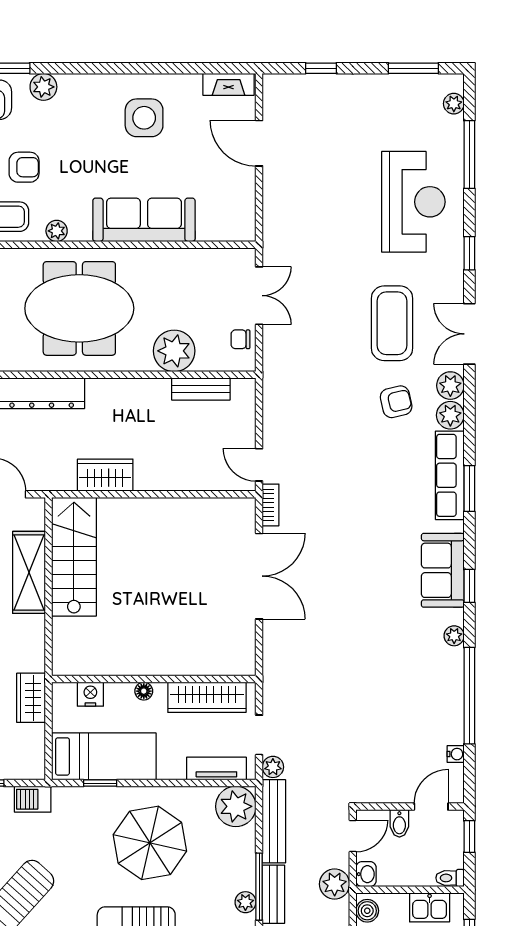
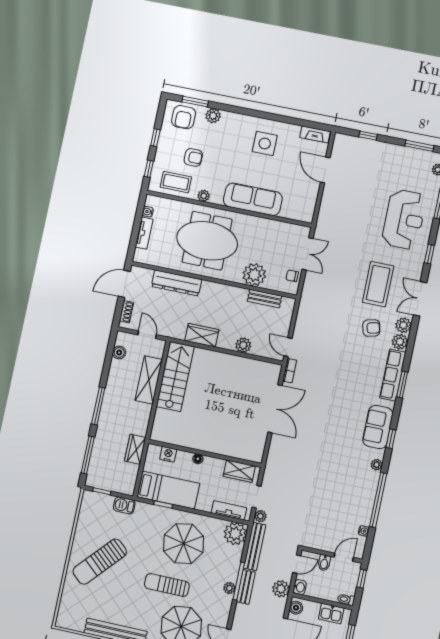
plant: (181, 478) -> (243, 345), added
wardrobe: (207, 697) -> (239, 471), width x0.67

